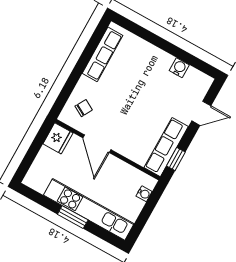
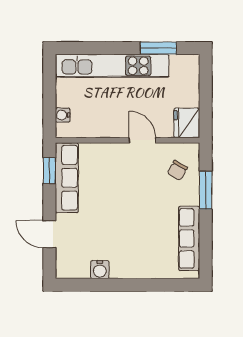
window: (71, 82) -> (206, 190), added
door: (201, 113) -> (49, 234), hinge flipped
door: (97, 144) -> (142, 140), width x0.73
window: (73, 217) -> (158, 48), moved

